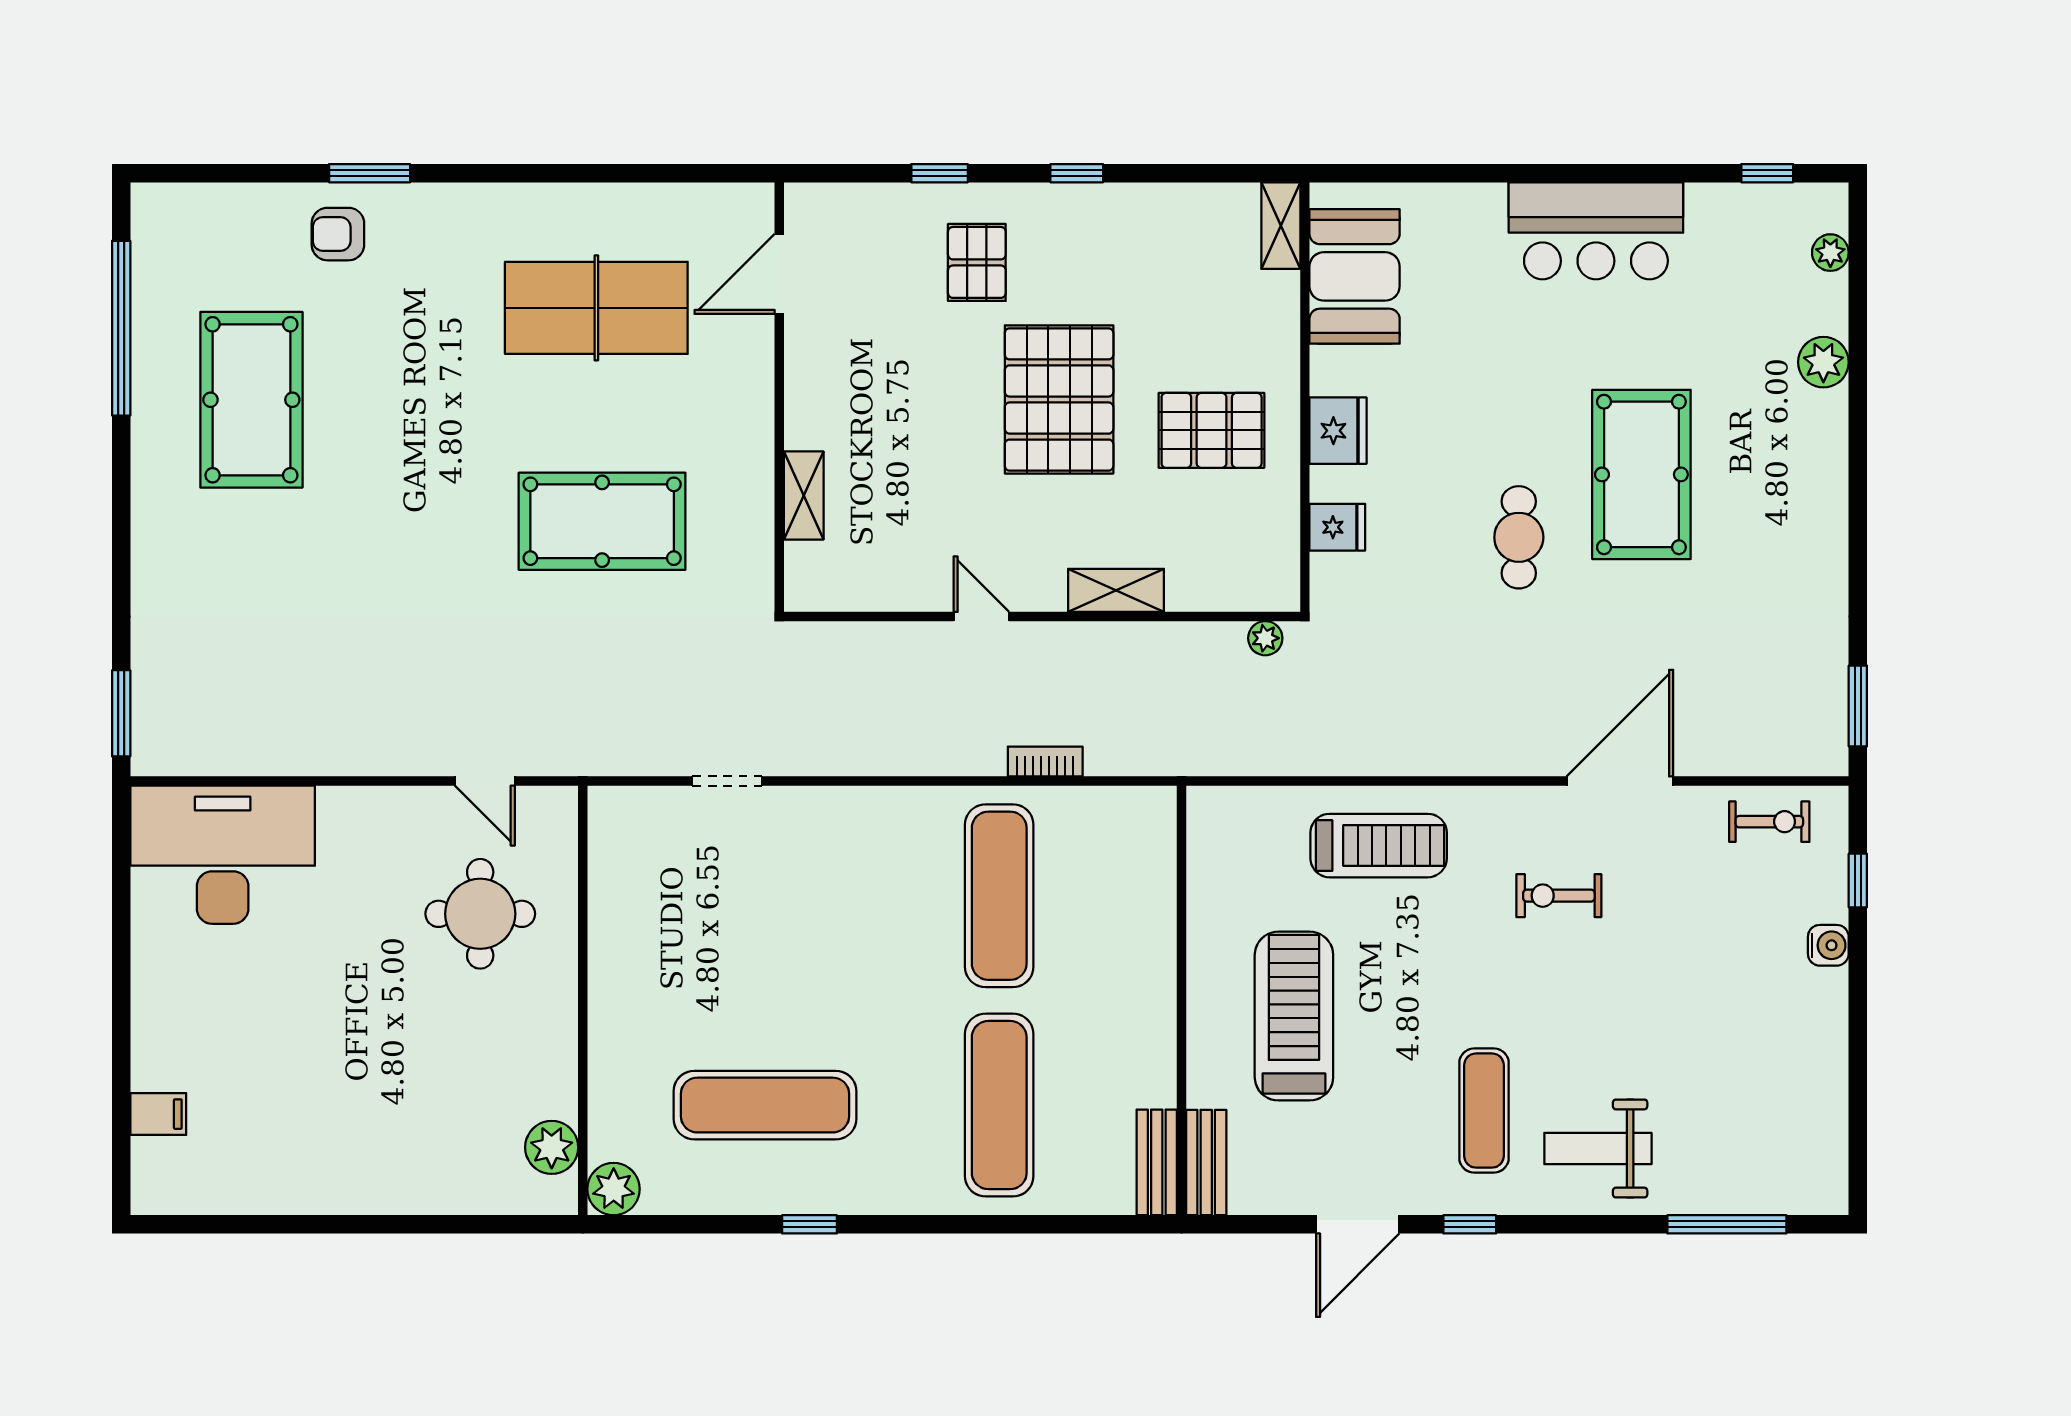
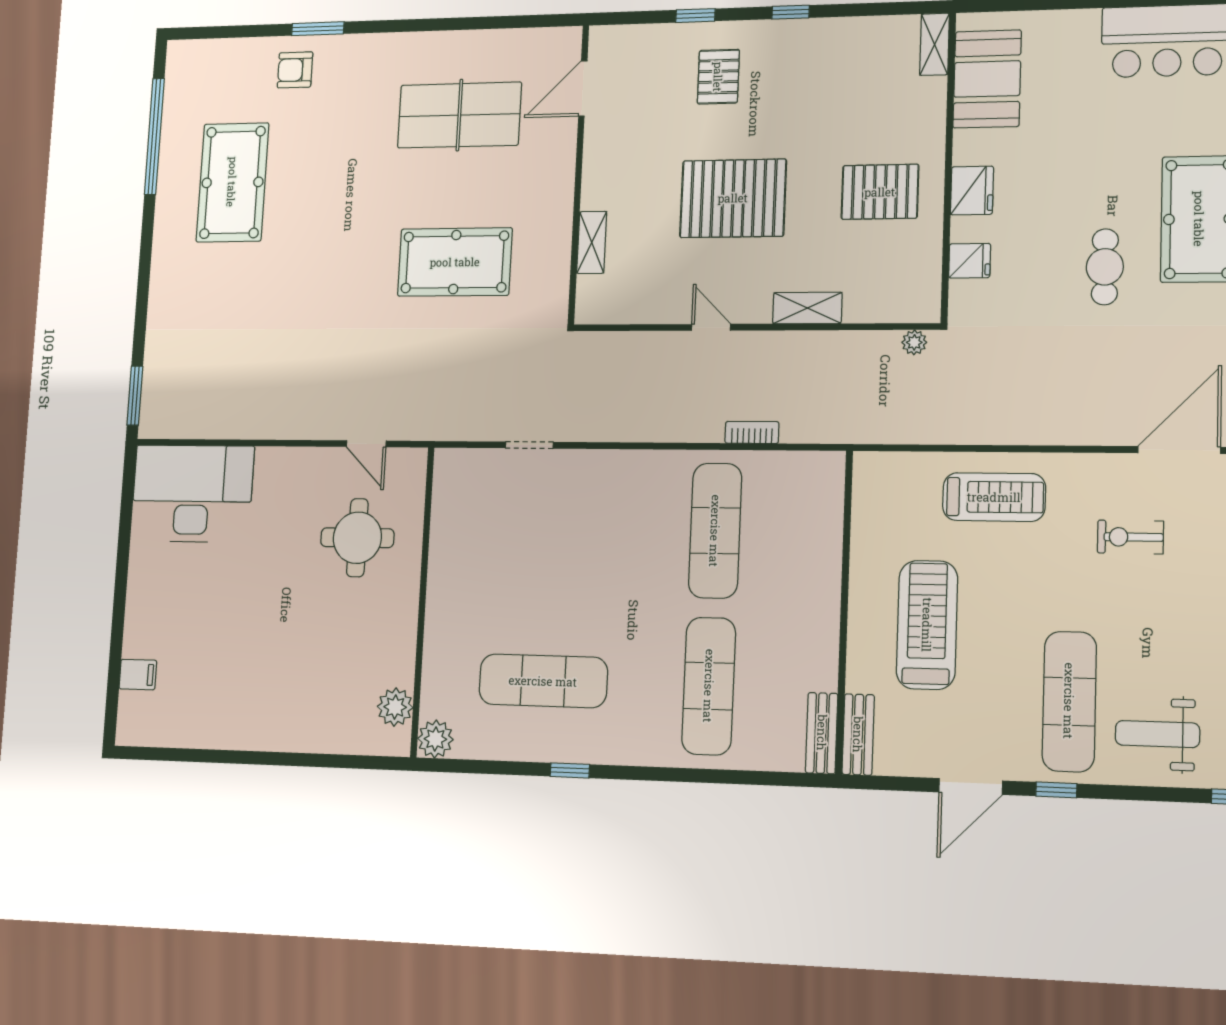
pallet: (1059, 399) -> (733, 198), moved, turned 90
exercise mat: (1484, 1111) -> (1069, 701), width x1.36, depth x1.45

